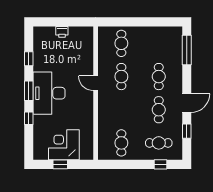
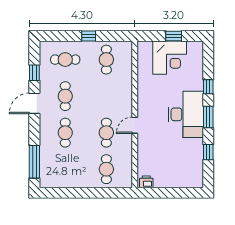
printer: (62, 32) -> (146, 182), moved
door: (96, 83) -> (135, 125), swing flipped
window: (161, 164) -> (89, 36), moved

